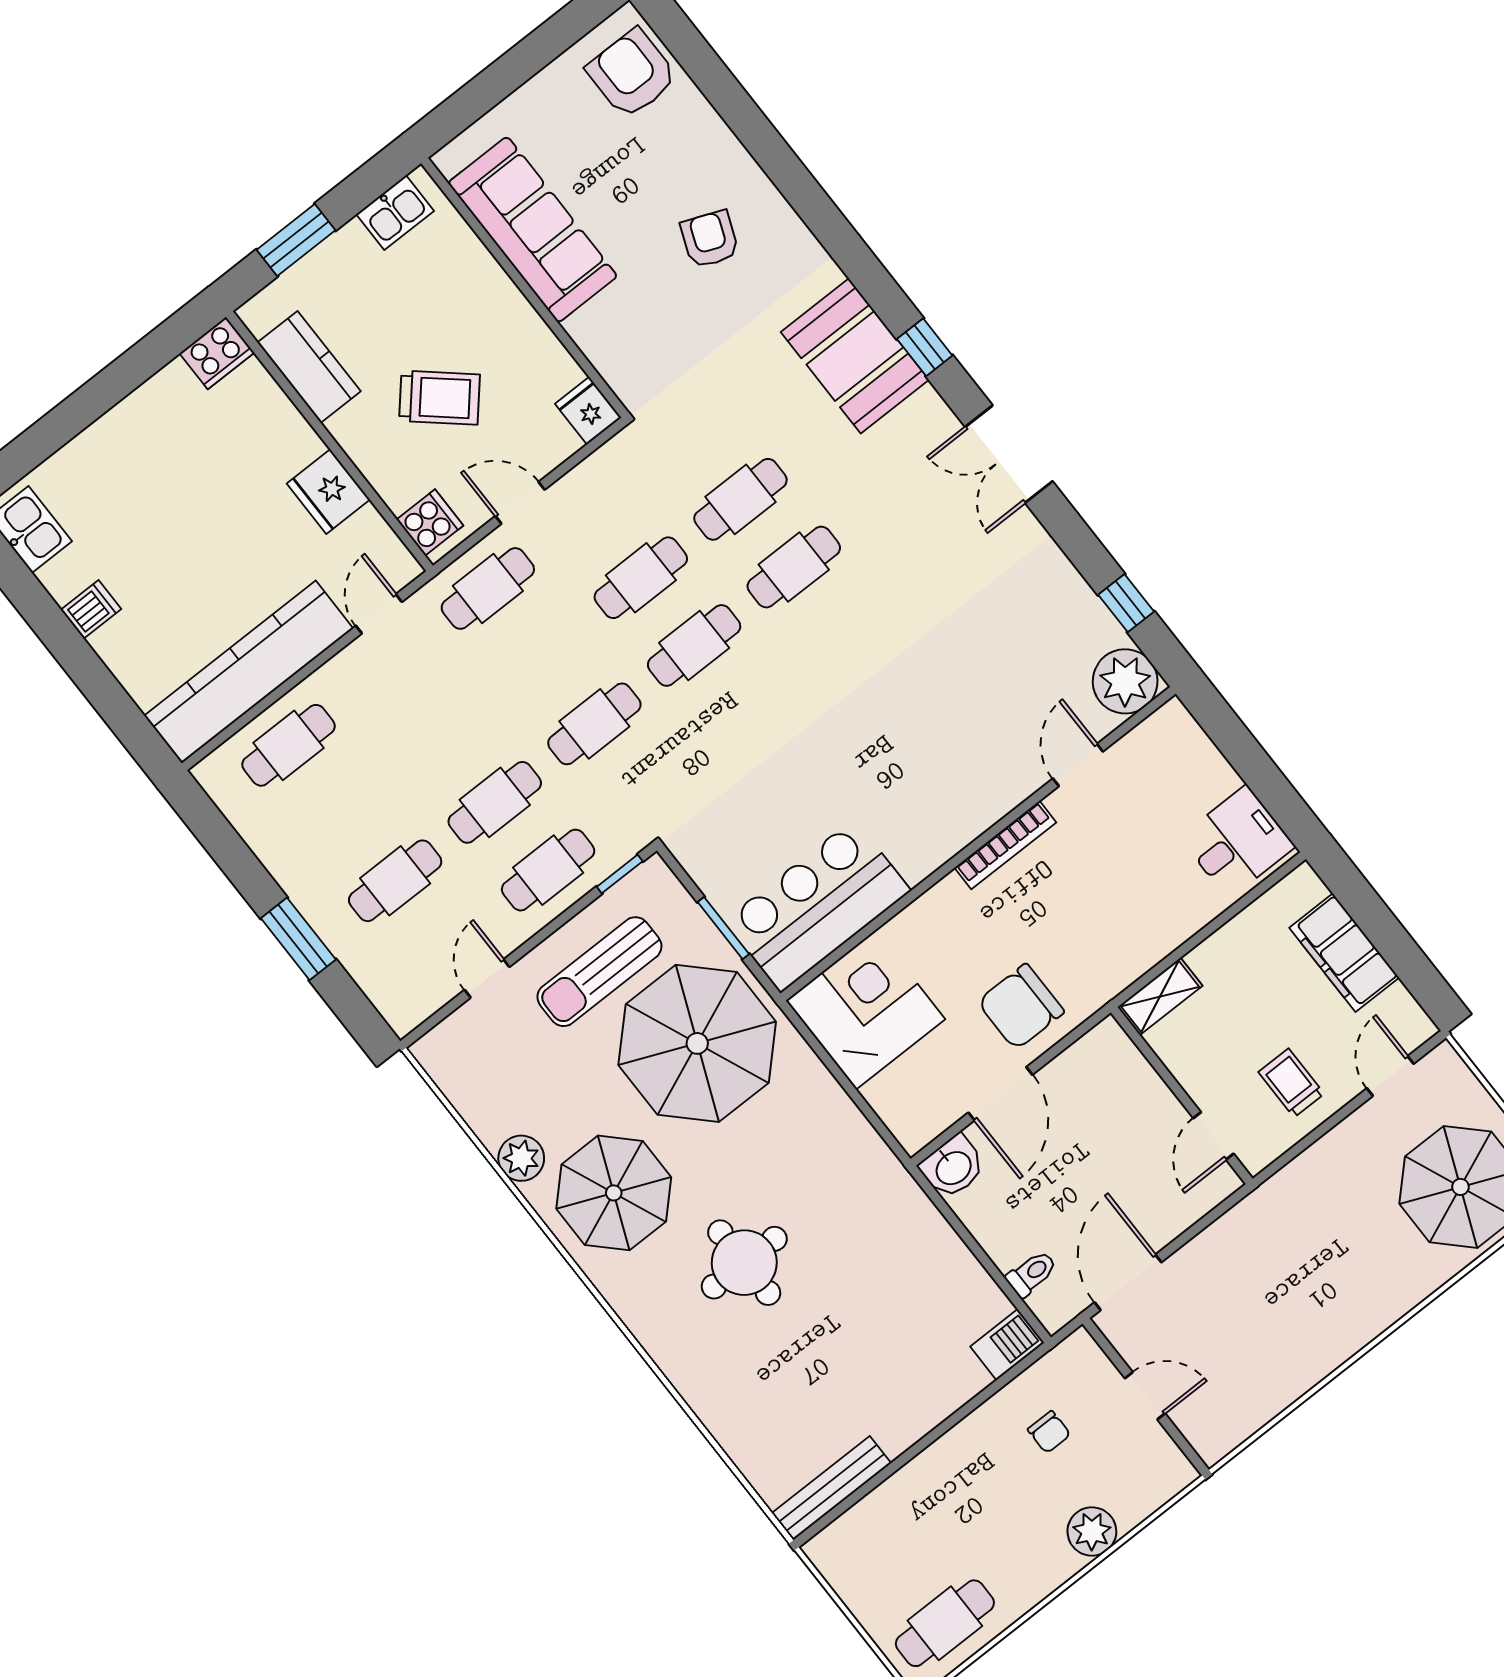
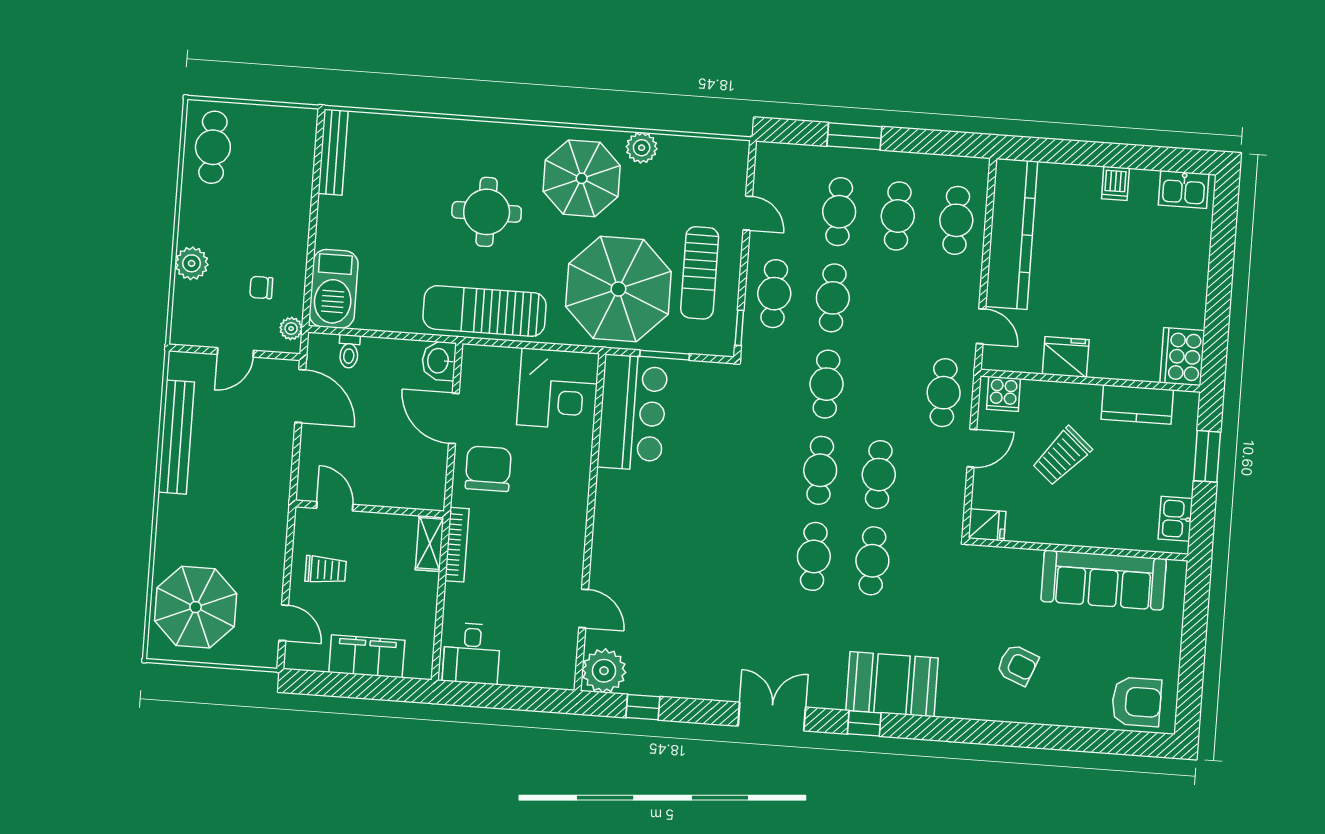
cooker: (217, 353) -> (1182, 357), width x1.37, depth x1.31
cafe table: (342, 813) -> (898, 216), added
bookcase: (1005, 845) -> (457, 545), moved, turned 180
sun lounger: (599, 972) -> (700, 273), turned 180
sun lounger: (854, 1167) -> (485, 311), added
barbecue: (1007, 1345) -> (334, 289), width x1.88, depth x1.53
plant: (1064, 1359) -> (291, 329), added
bench: (1295, 1376) -> (176, 437), added

